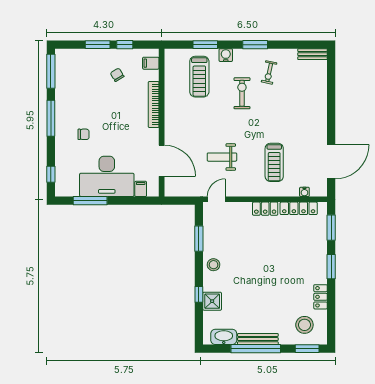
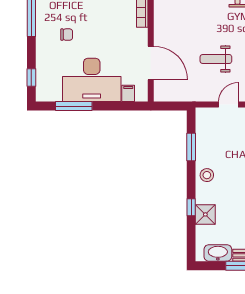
door: (216, 199) -> (228, 105), moved

